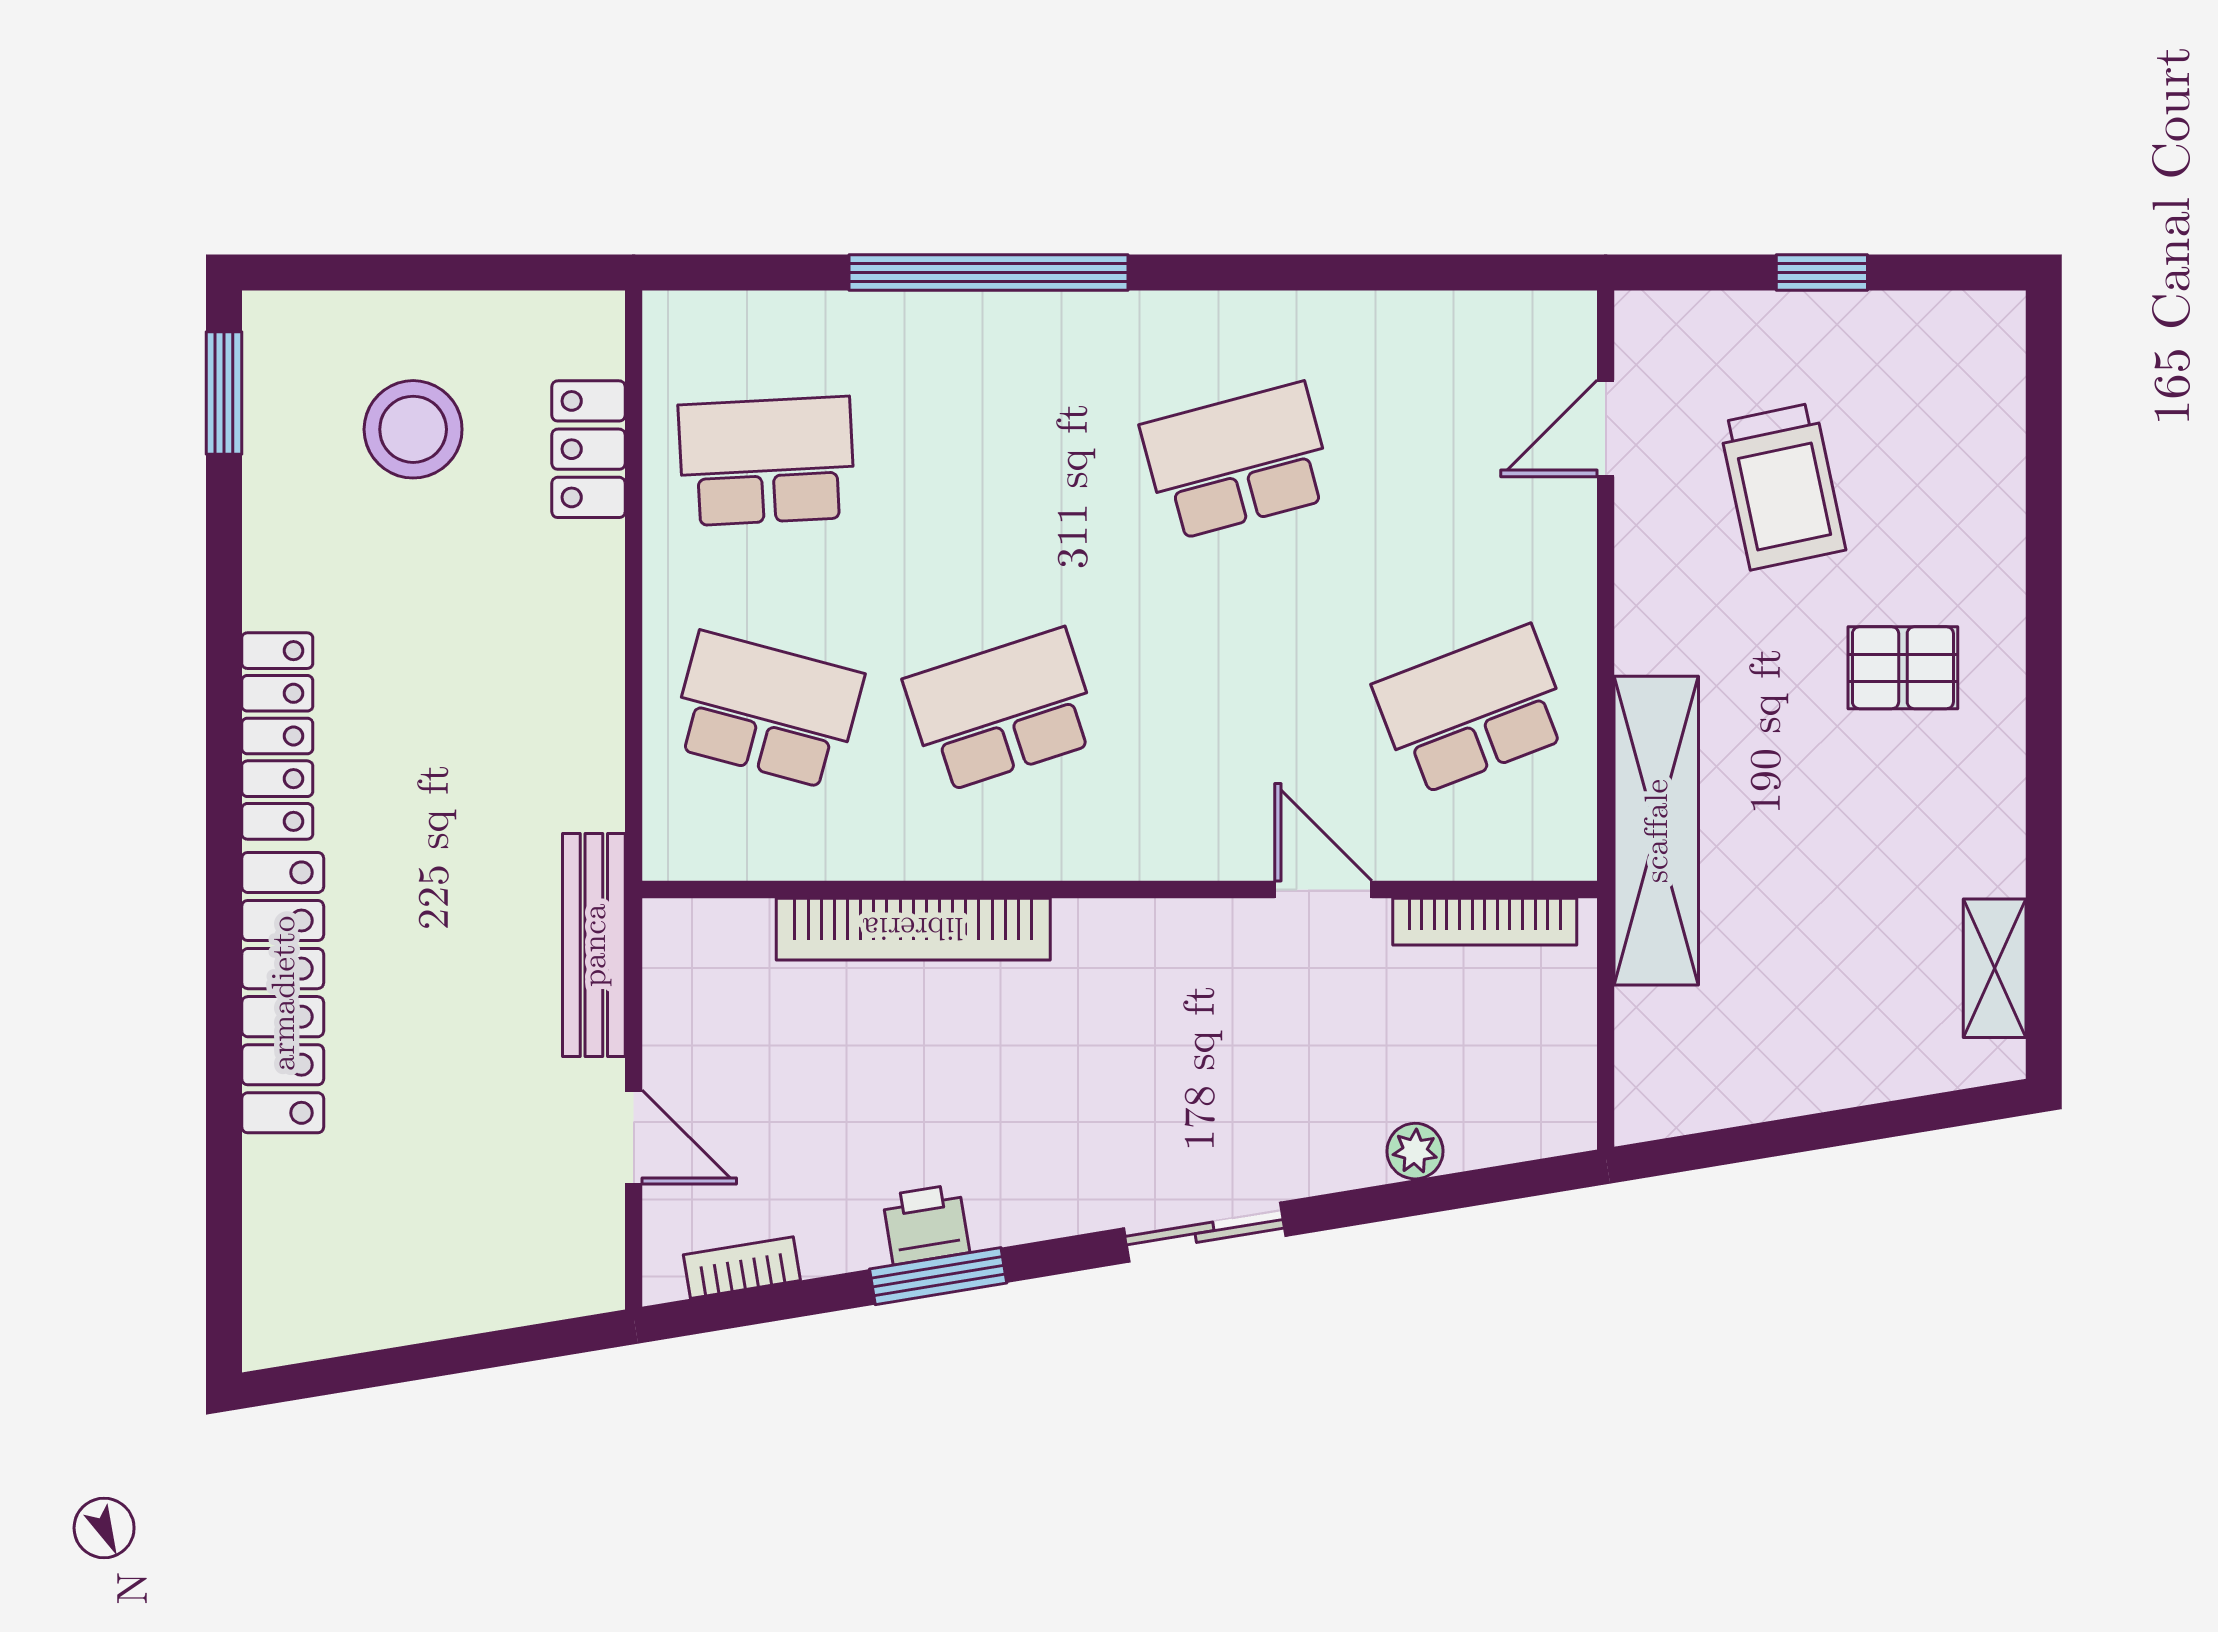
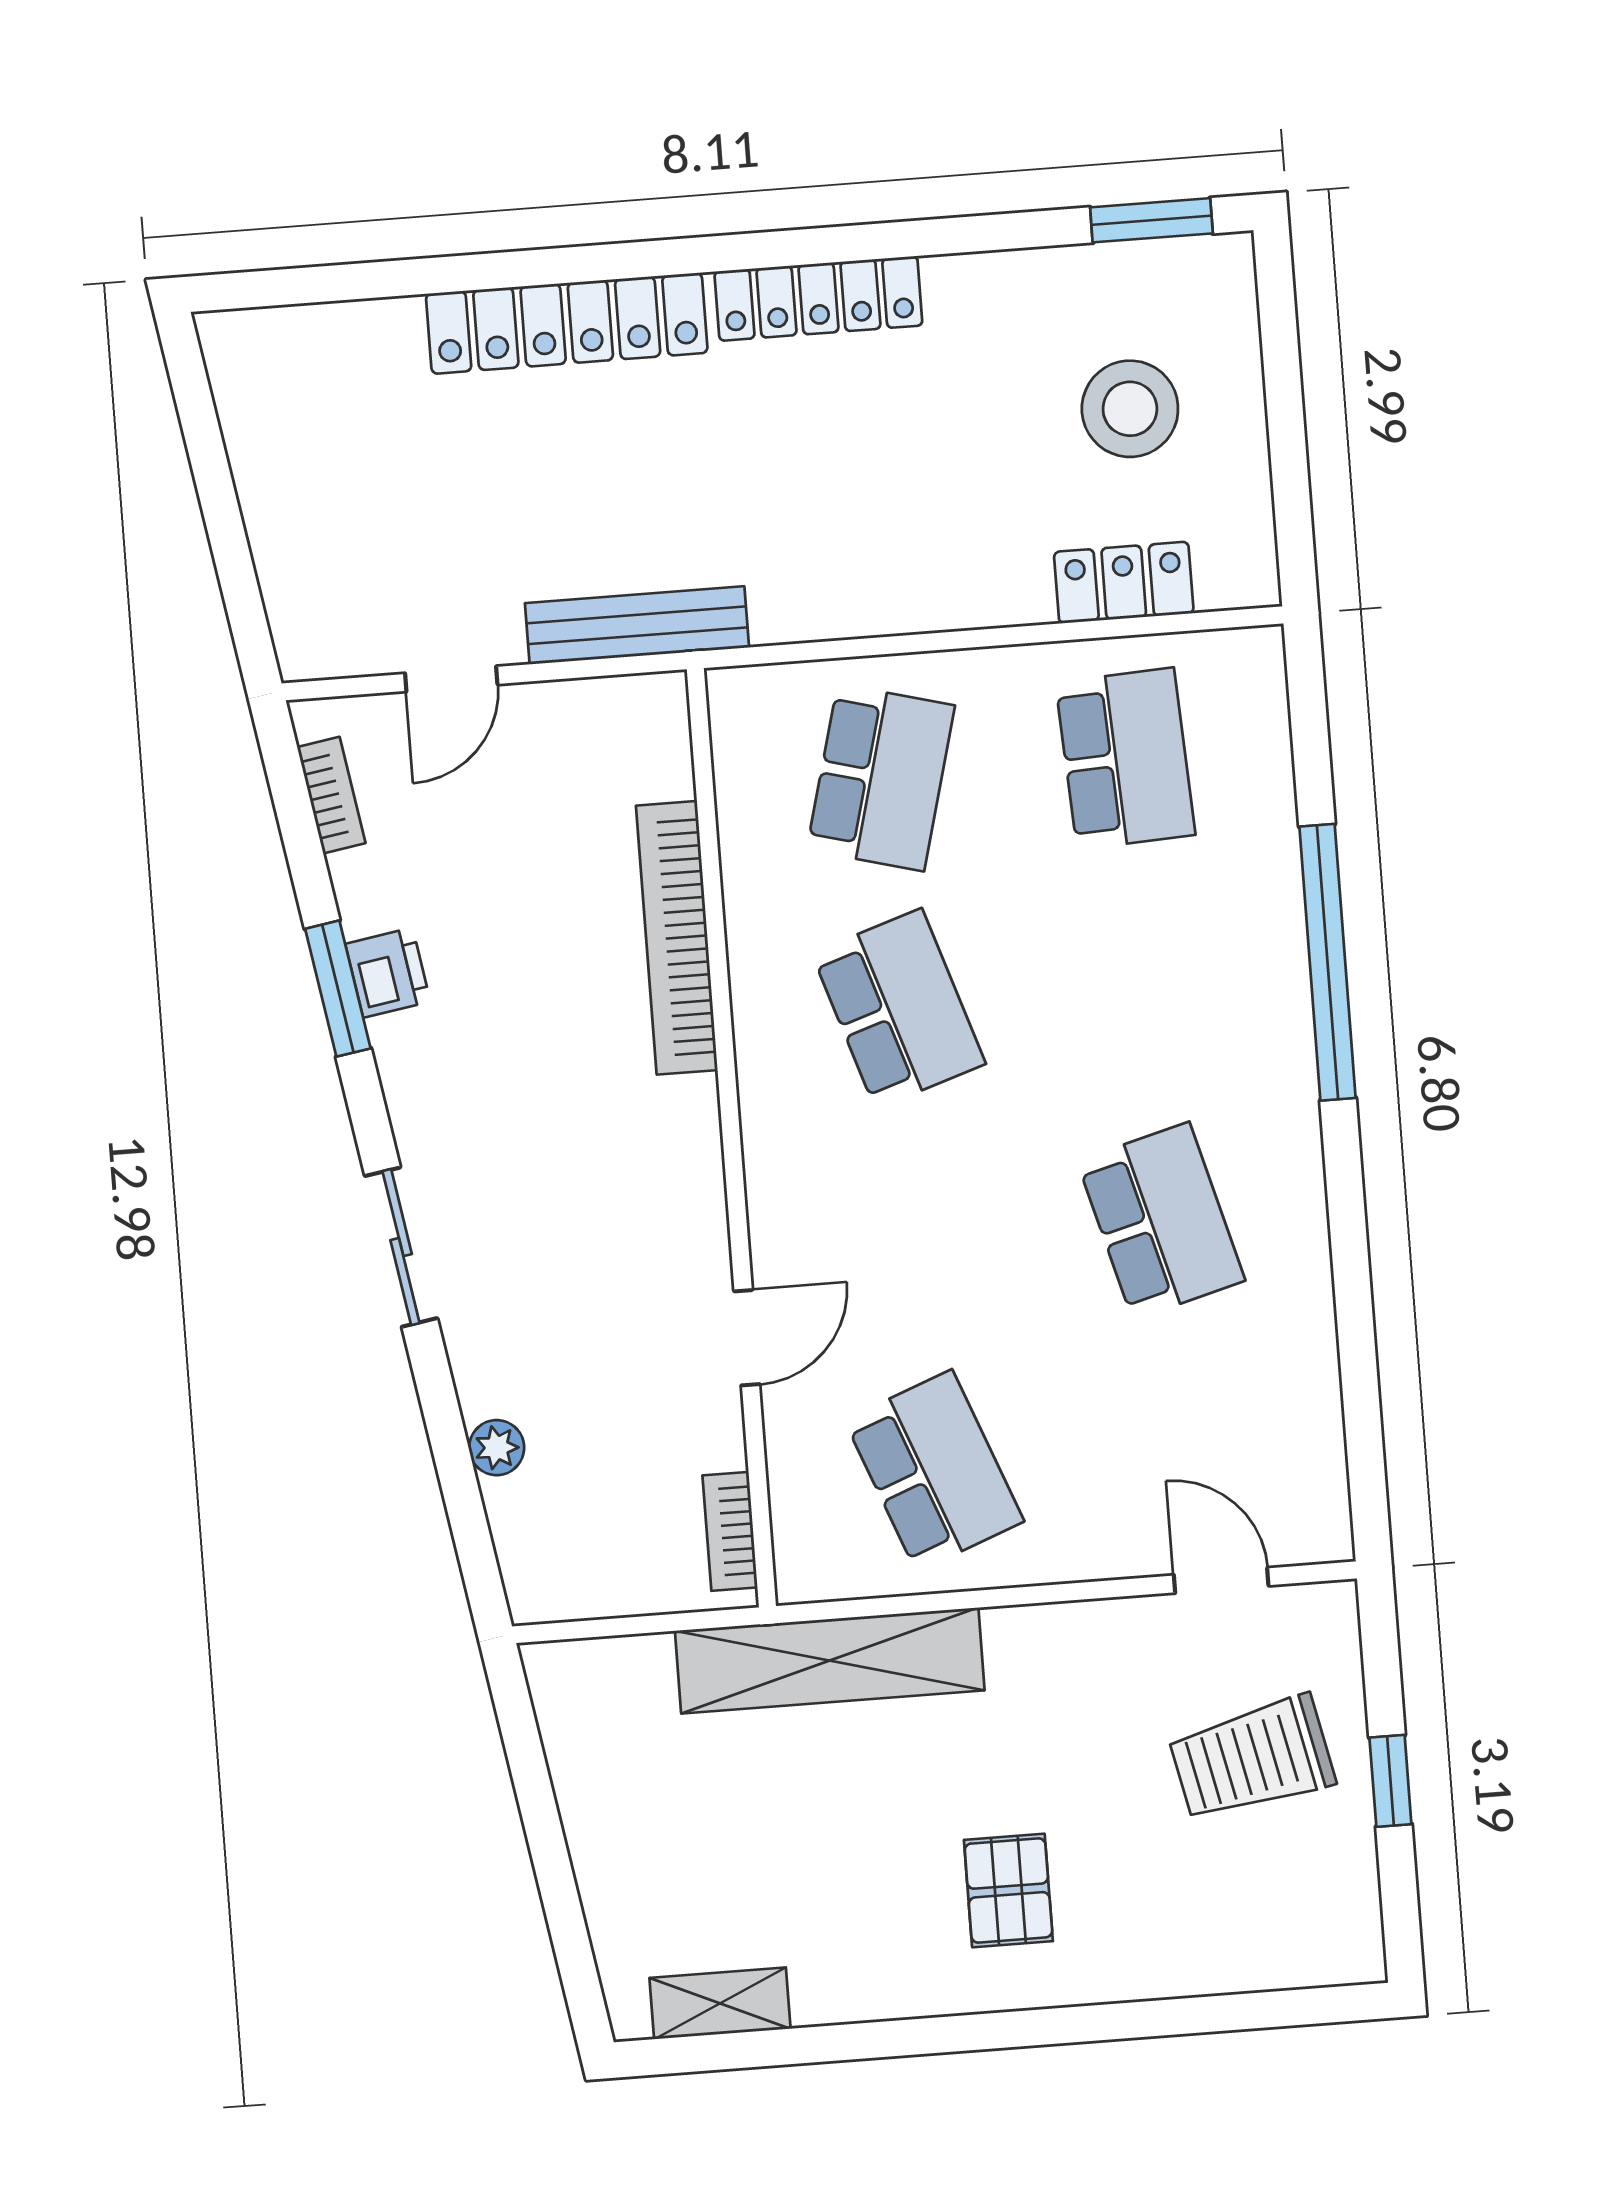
trolley: (1782, 486) -> (1252, 1759), moved
bookcase: (1485, 922) -> (730, 1531), width x0.64

